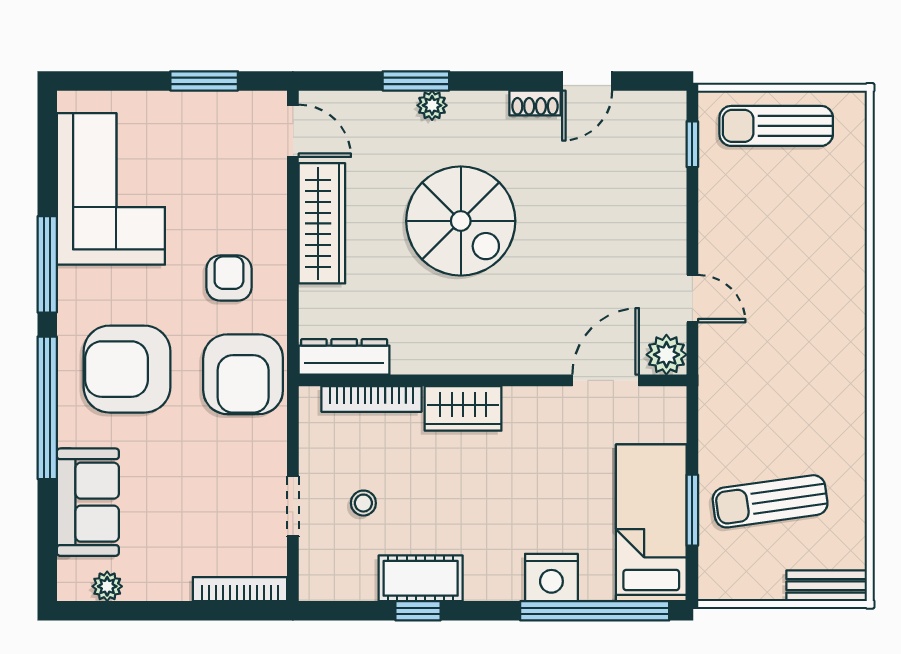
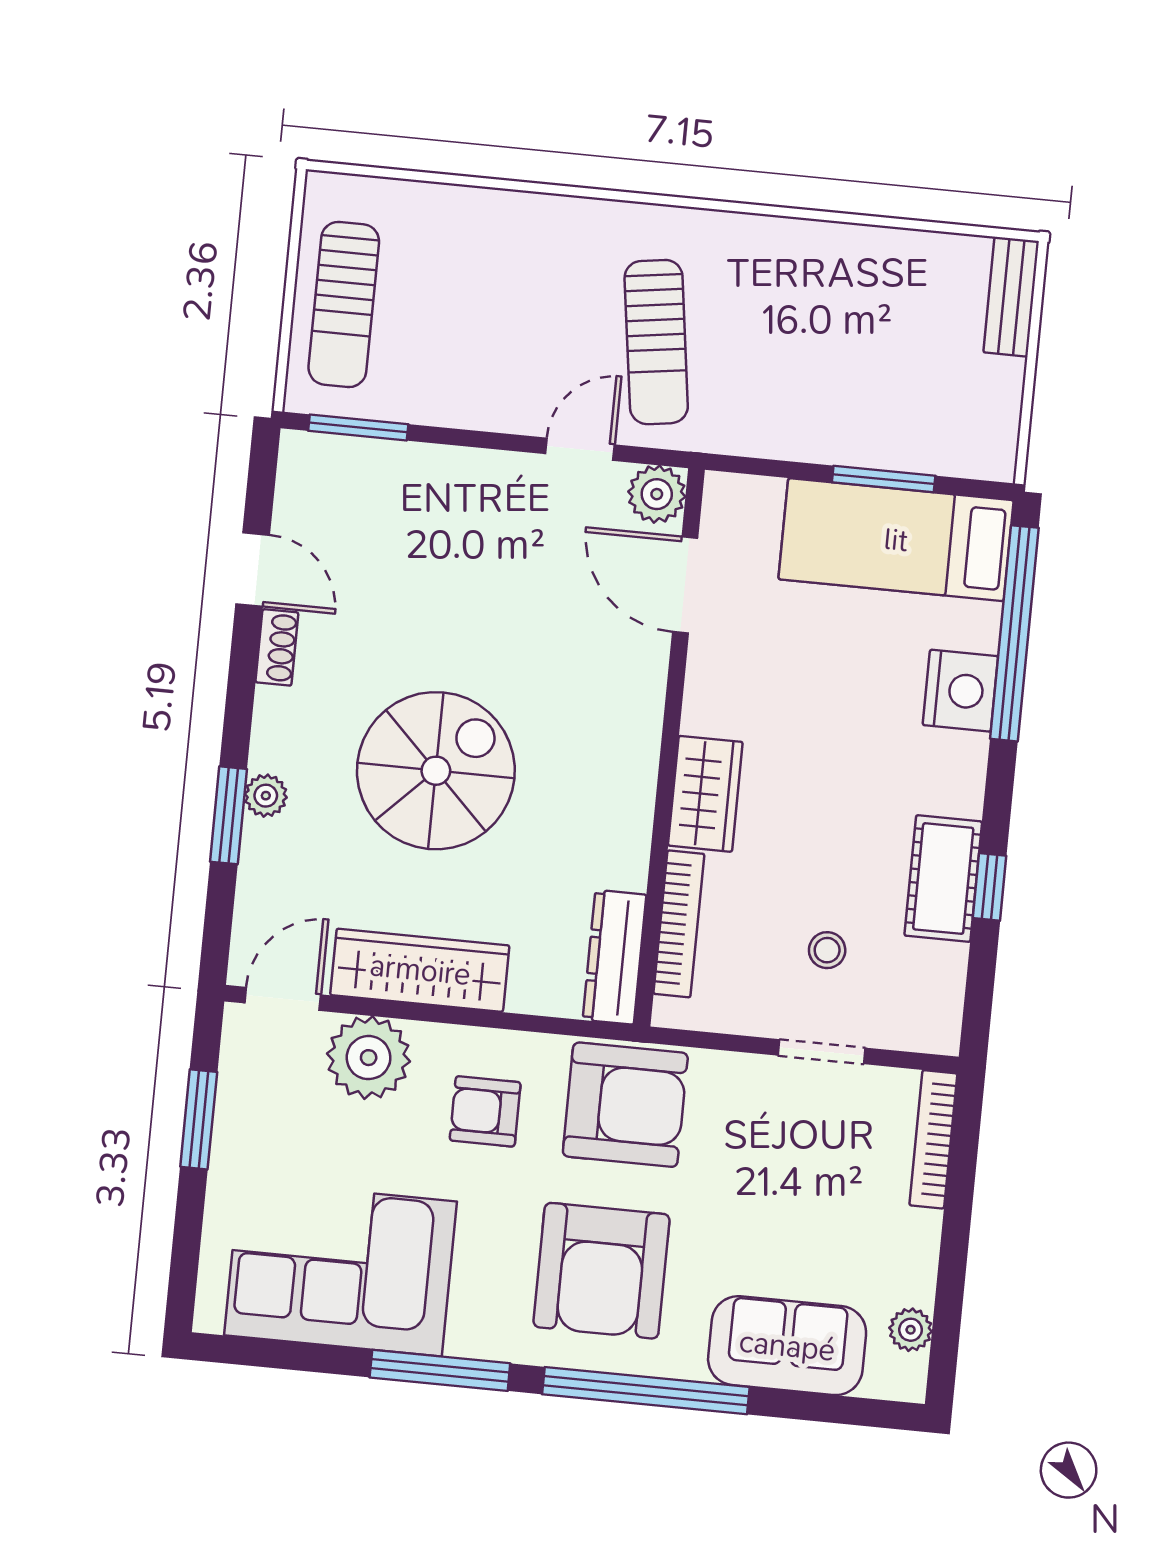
window: (692, 144) -> (358, 427), width x1.50
plant: (258, 194) -> (369, 1058), added
sun lounger: (770, 501) -> (656, 342), moved

